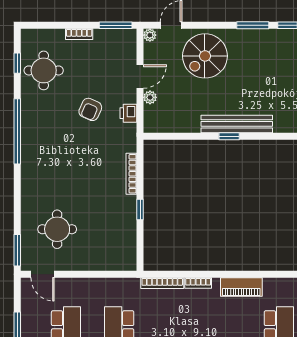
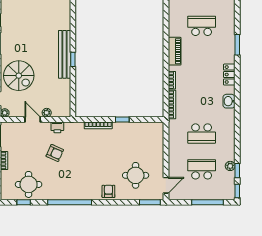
armchair: (33, 189) -> (108, 191), added

